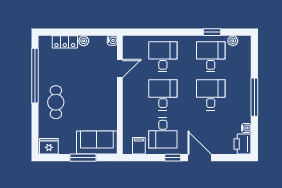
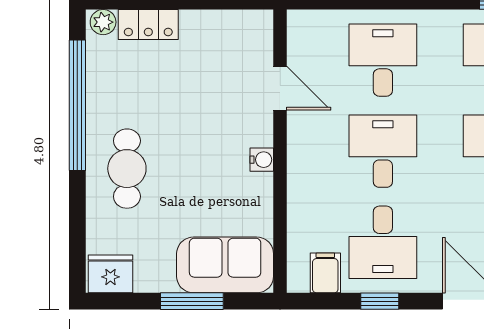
water cooler: (112, 40) -> (262, 160), moved
plant: (84, 41) -> (103, 22), moved
door: (120, 69) -> (280, 88), hinge flipped
window: (173, 158) -> (380, 301), moved

